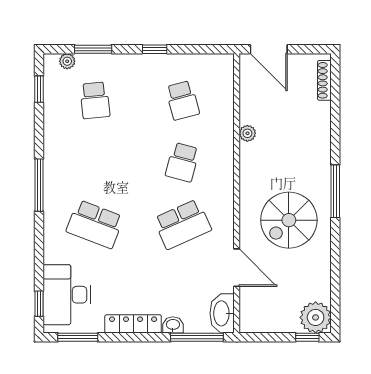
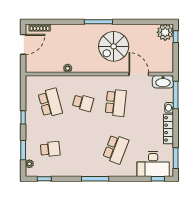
door: (269, 49) -> (23, 44), moved
school desk: (182, 100) -> (50, 103), width x1.85
spiral stairs: (289, 220) -> (114, 46), turned 90
school desk: (182, 224) -> (116, 103), turned 30
door: (237, 268) -> (139, 74), hinge flipped

